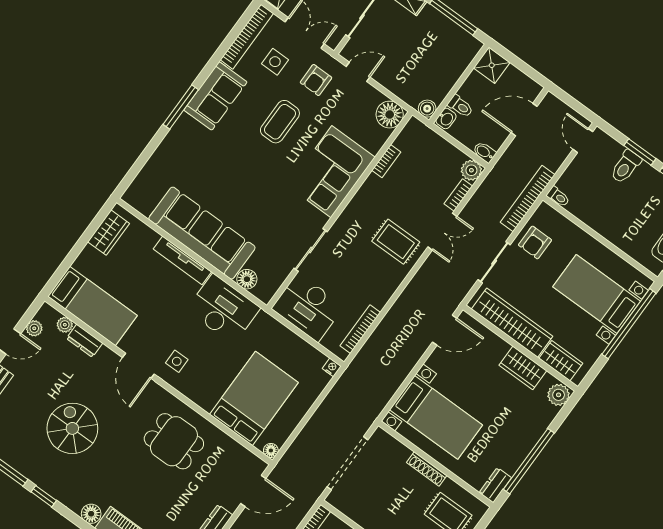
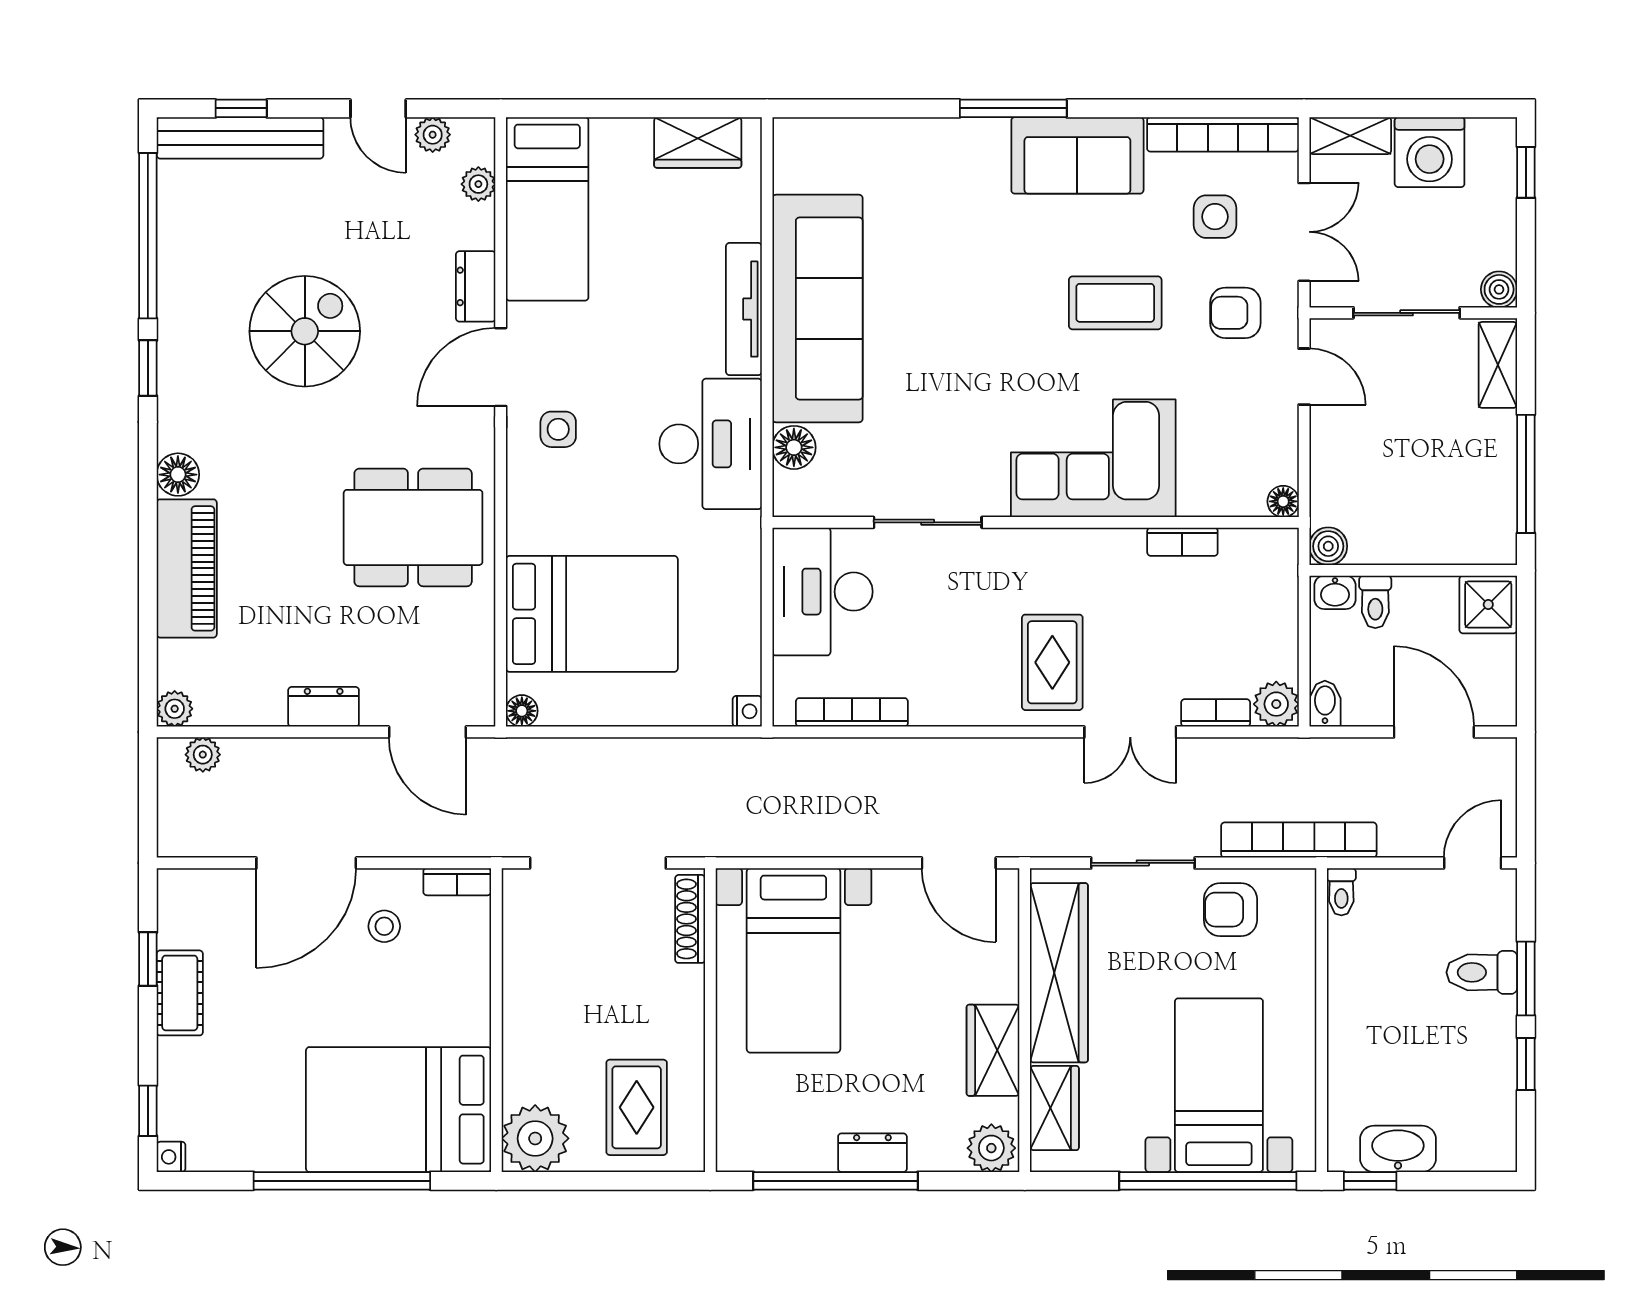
floor lamp: (390, 115) -> (1283, 501), width x0.53, depth x0.53
dresser: (85, 341) -> (476, 286), moved
dining table: (174, 441) -> (413, 527), width x1.38
shoe rack: (427, 469) -> (690, 919), moved
dresser: (495, 485) -> (872, 1153), moved

